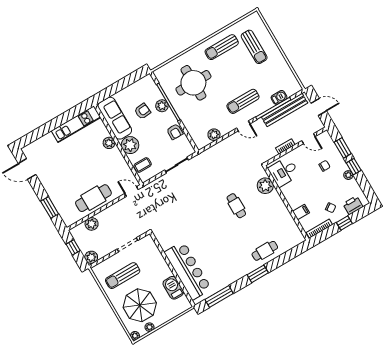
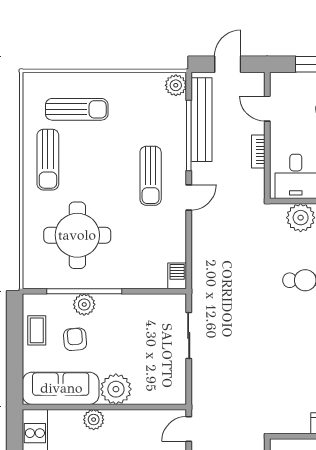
barbecue: (279, 97) -> (177, 276), moved
armchair: (175, 132) -> (136, 308), removed
plant: (214, 135) -> (176, 85), moved
door: (308, 139) -> (267, 109), swing flipped
coffee table: (143, 165) -> (37, 330), moved

